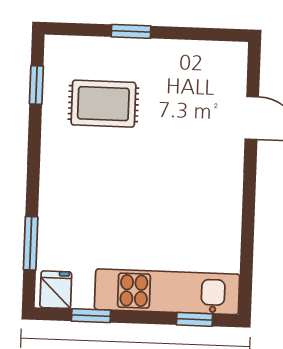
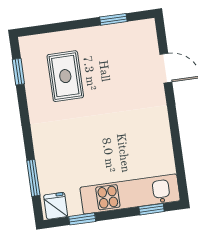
window: (131, 31) -> (113, 19), moved
rug: (103, 104) -> (65, 76), turned 90

